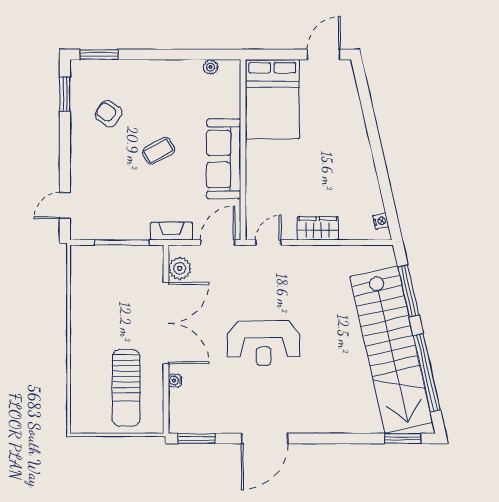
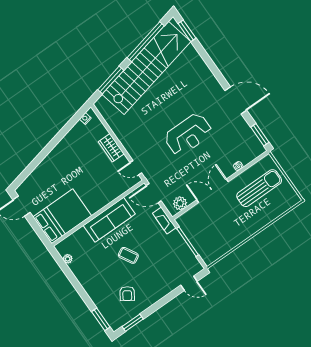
double door: (166, 323) -> (212, 191), width x0.73
reception desk: (264, 343) -> (188, 135), turned 90

